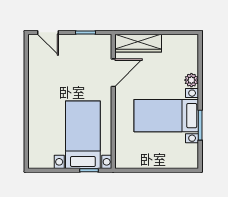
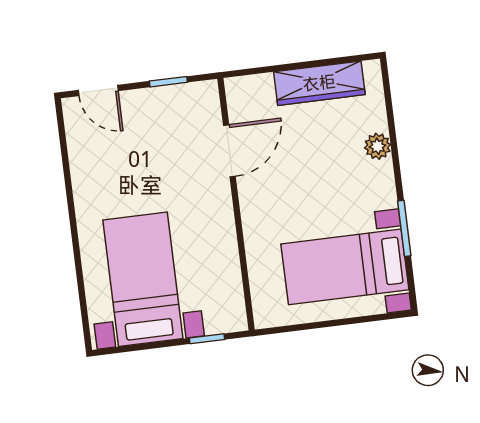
wardrobe: (138, 43) -> (319, 83), moved
bed with nightstands: (166, 116) -> (345, 267), moved
bed with nightstands: (83, 135) -> (143, 279), moved

